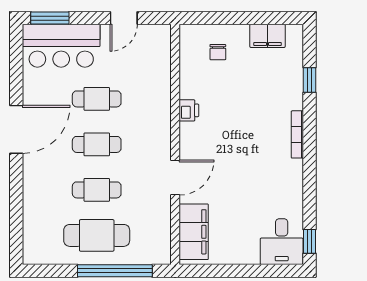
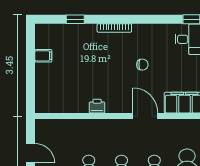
filing cabinet: (268, 36) -> (43, 56), width x0.50
chair: (218, 52) -> (142, 65), moved

